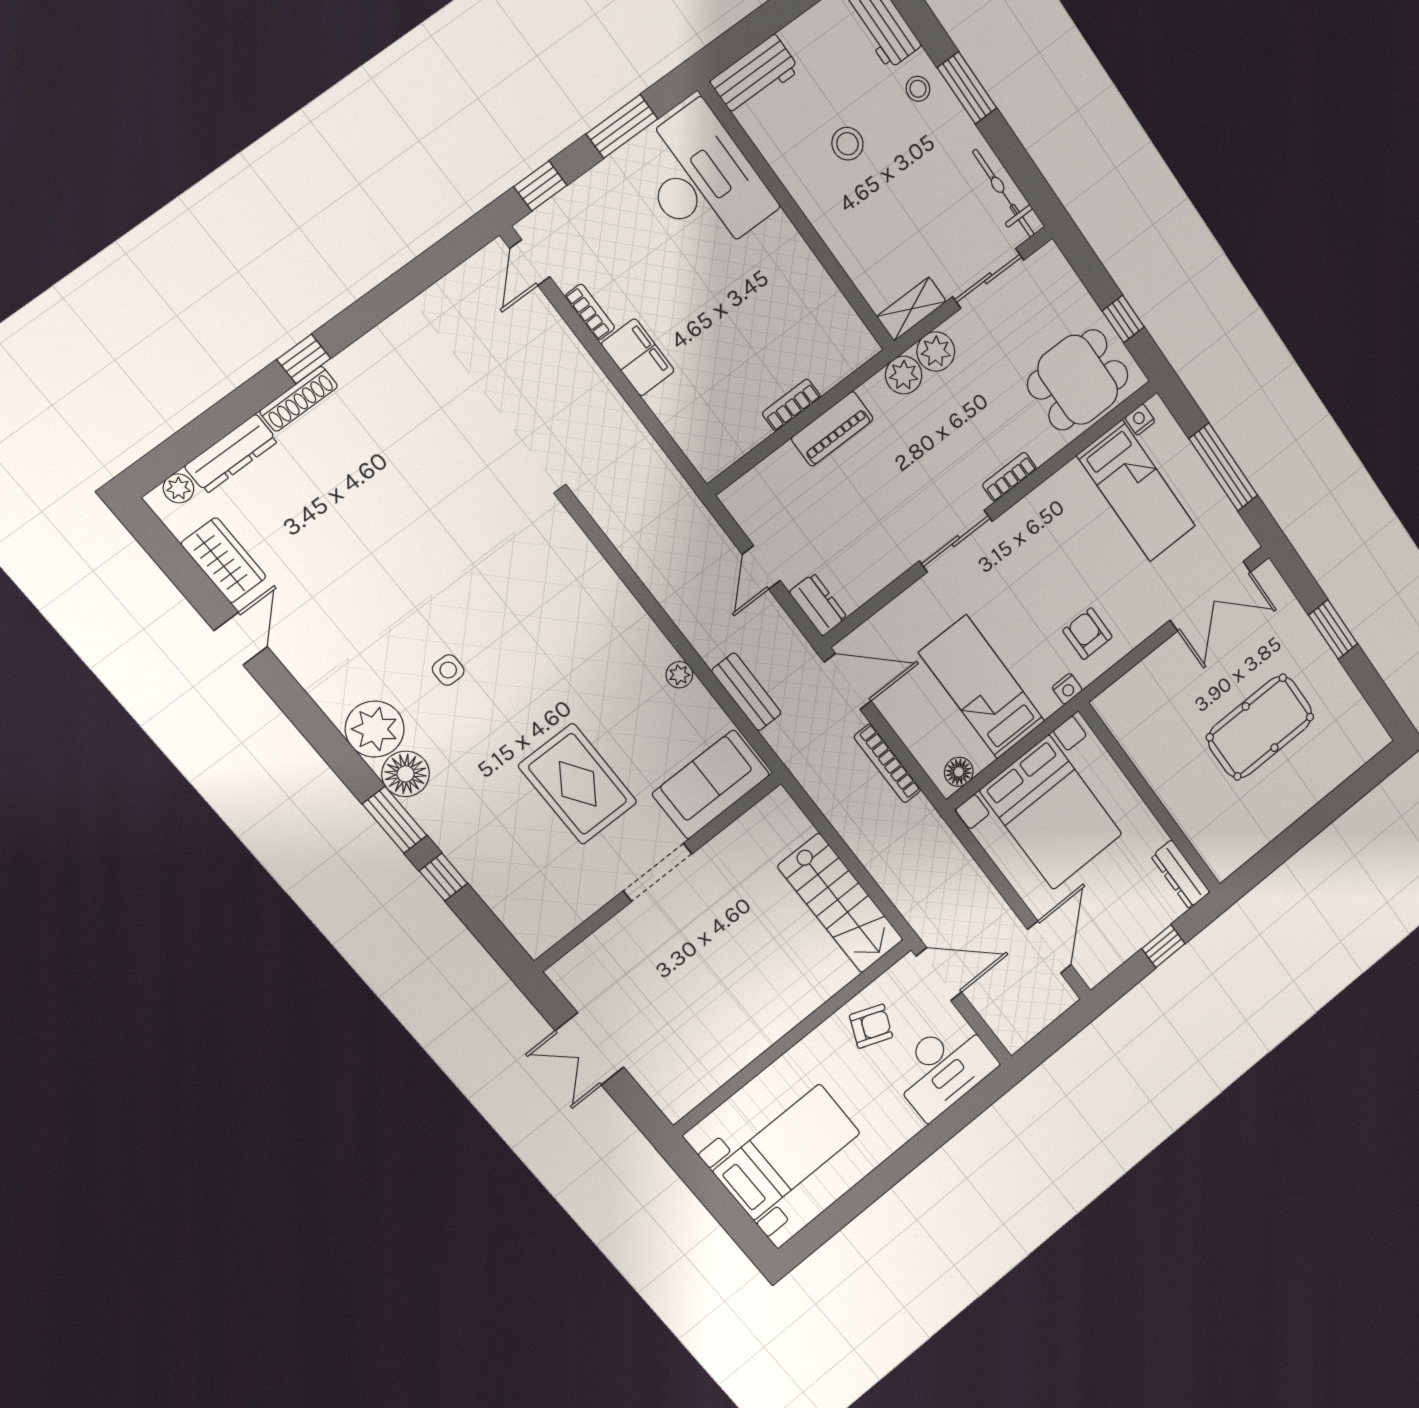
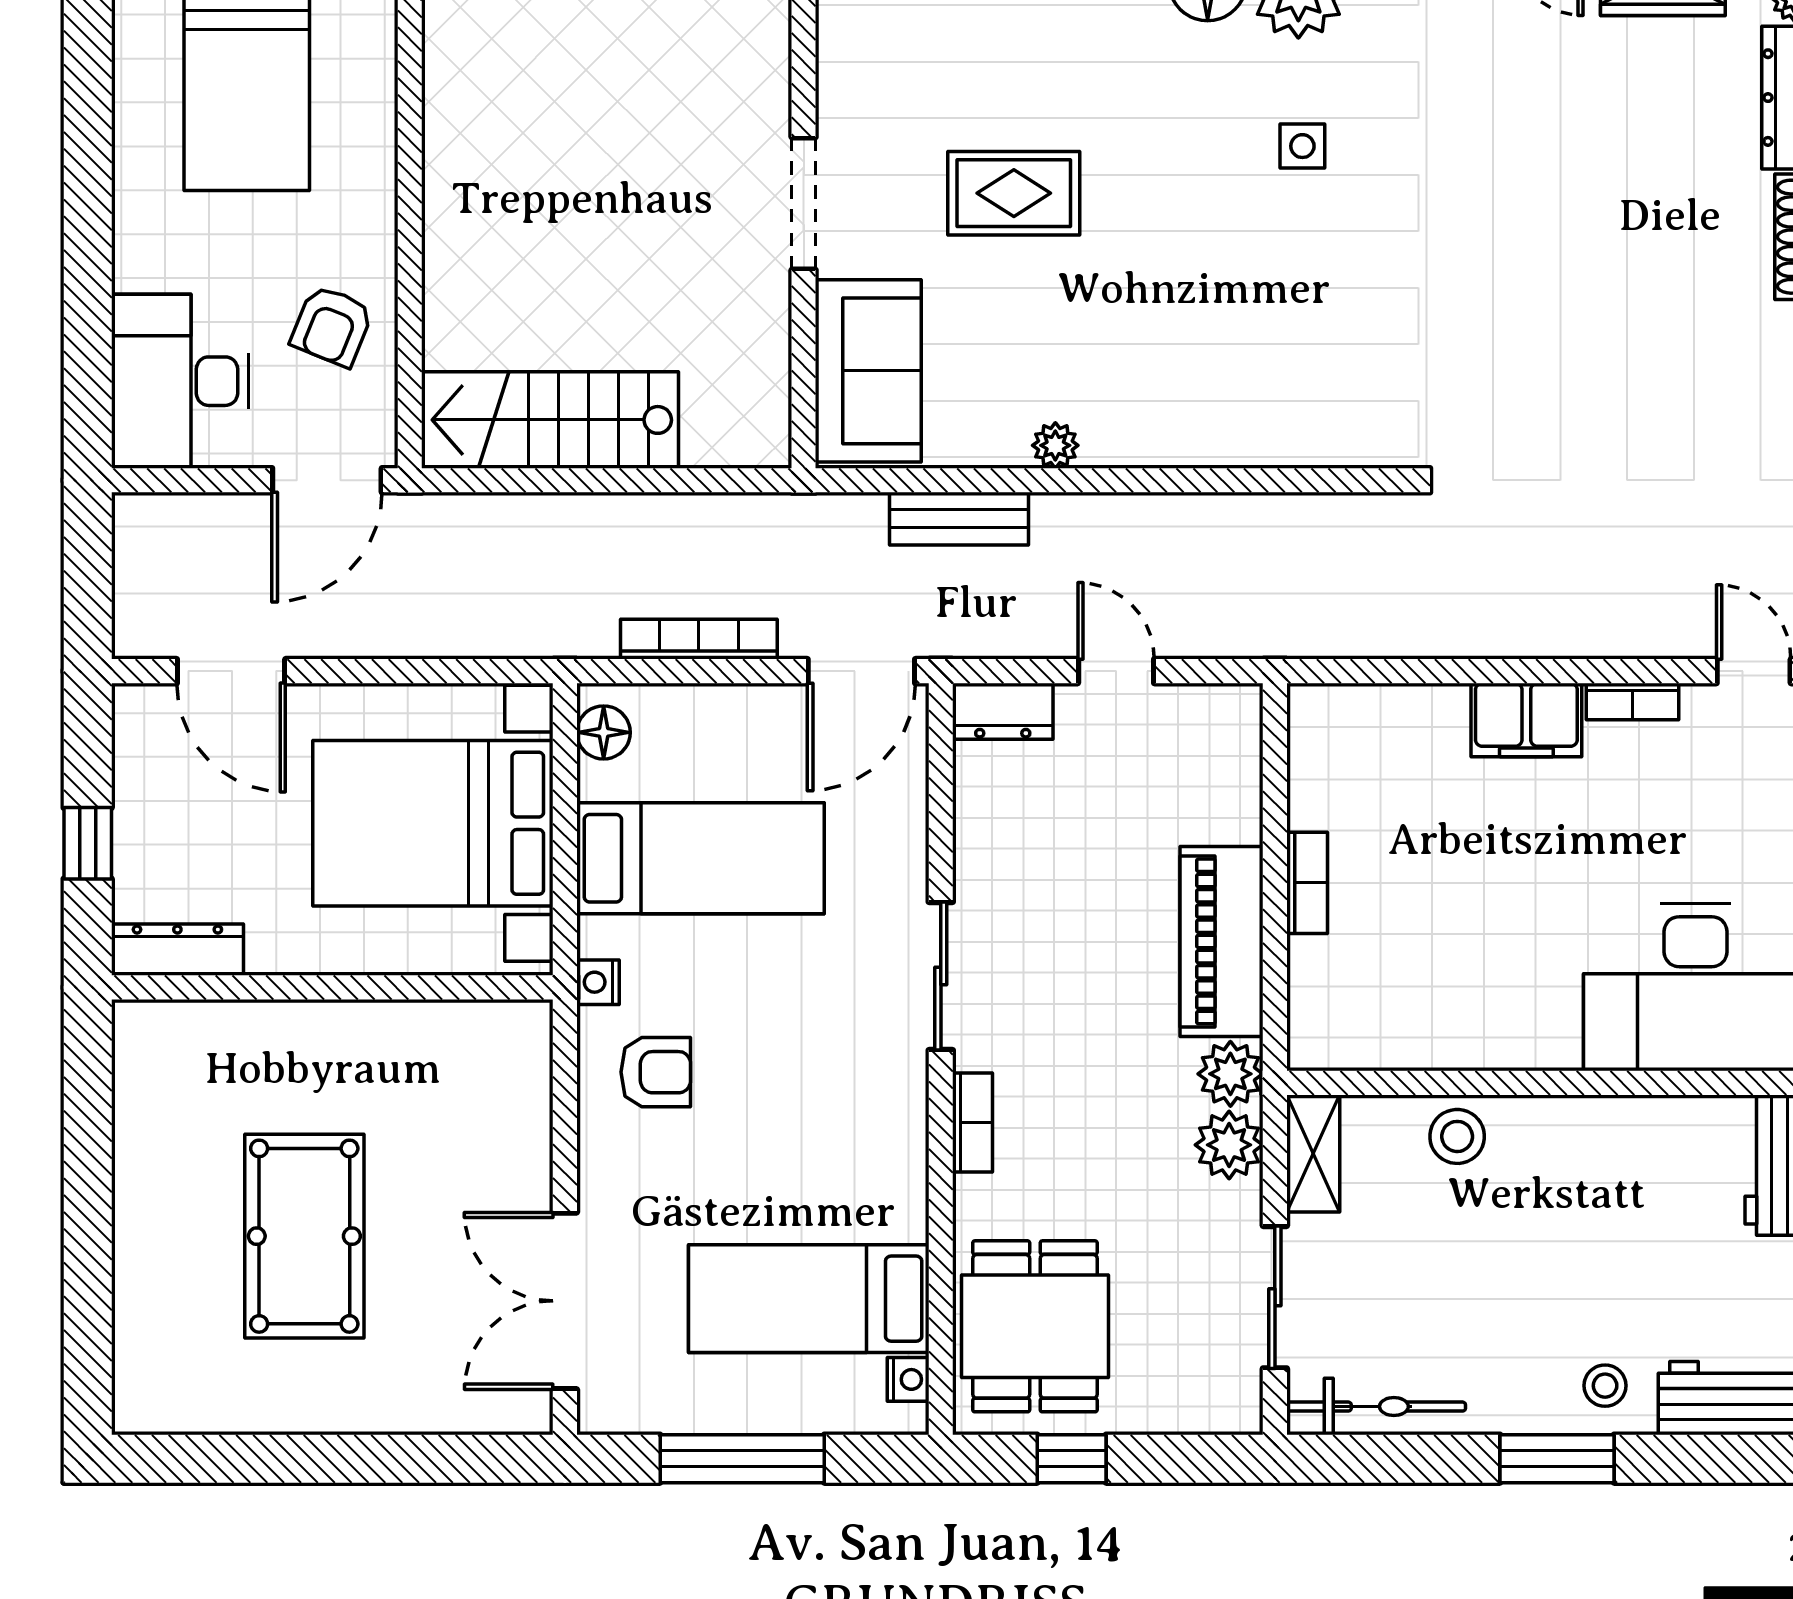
stool: (847, 144) -> (1457, 1136), moved
piano: (832, 429) -> (1222, 941), width x1.37, depth x1.33
window: (1333, 629) -> (363, 1459), removed
rug: (578, 784) -> (1014, 193), width x0.73, depth x0.70

